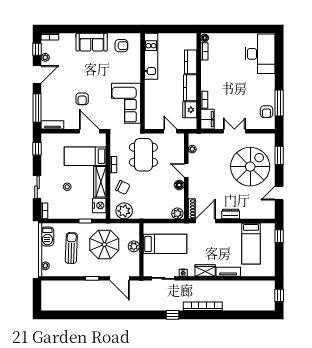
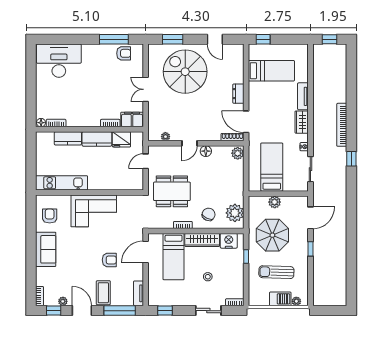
coffee table: (53, 94) -> (103, 293), added
corner sofa: (126, 103) -> (94, 211), moved
barbecue: (47, 237) -> (280, 299), moved

